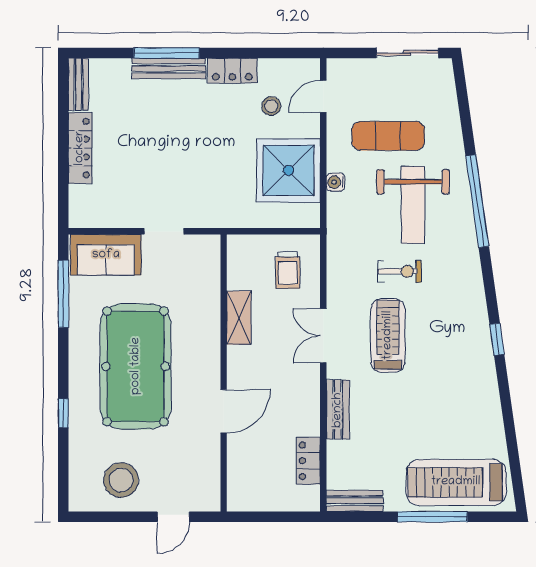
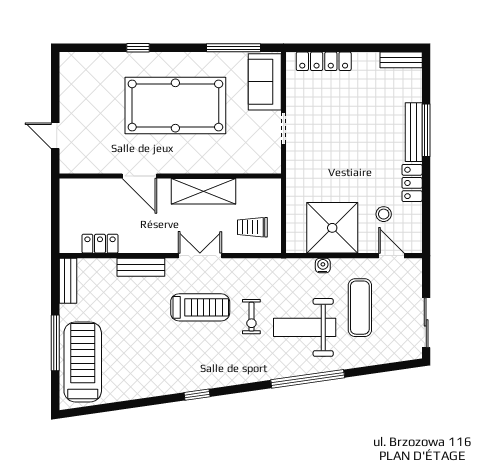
locker: (80, 148) -> (324, 61), moved
shelving: (239, 318) -> (204, 191), width x1.50, depth x1.33
stool: (121, 480) -> (85, 94), removed

